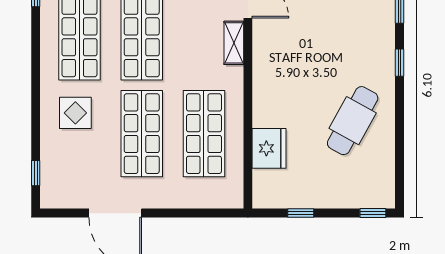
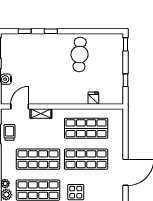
cafe table: (353, 121) -> (80, 54), turned 64
fridge: (269, 148) -> (93, 98), width x0.53, depth x0.75

